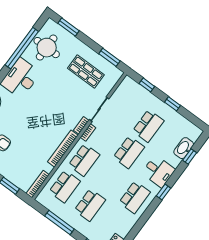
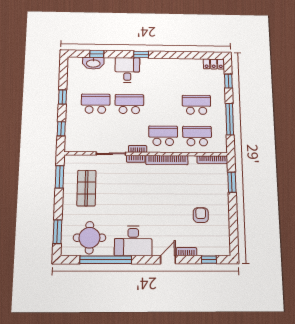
school desk: (135, 197) -> (163, 74), removed

